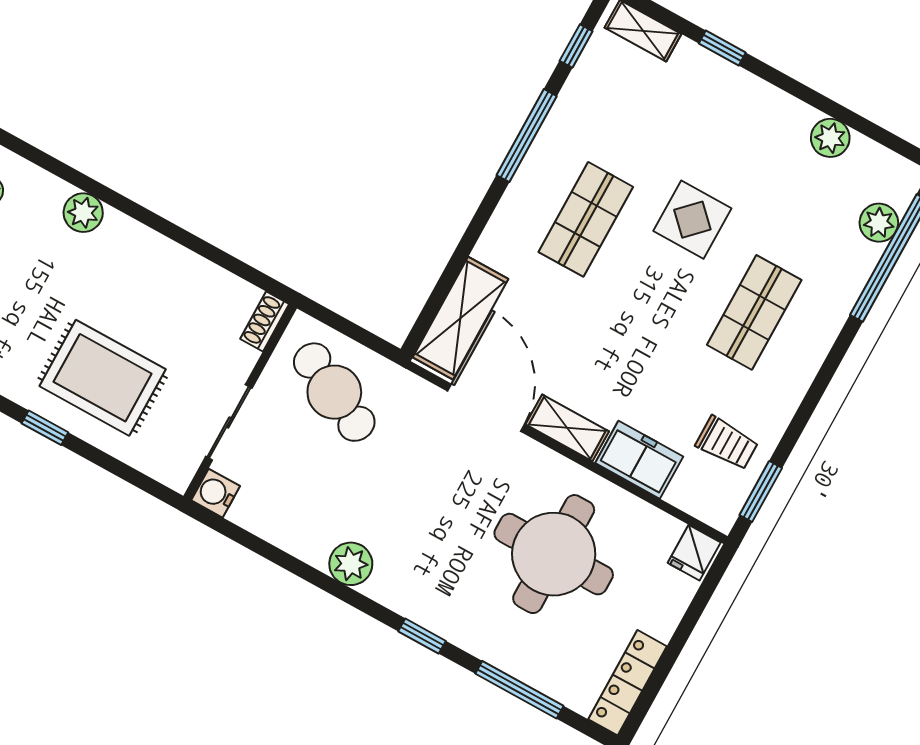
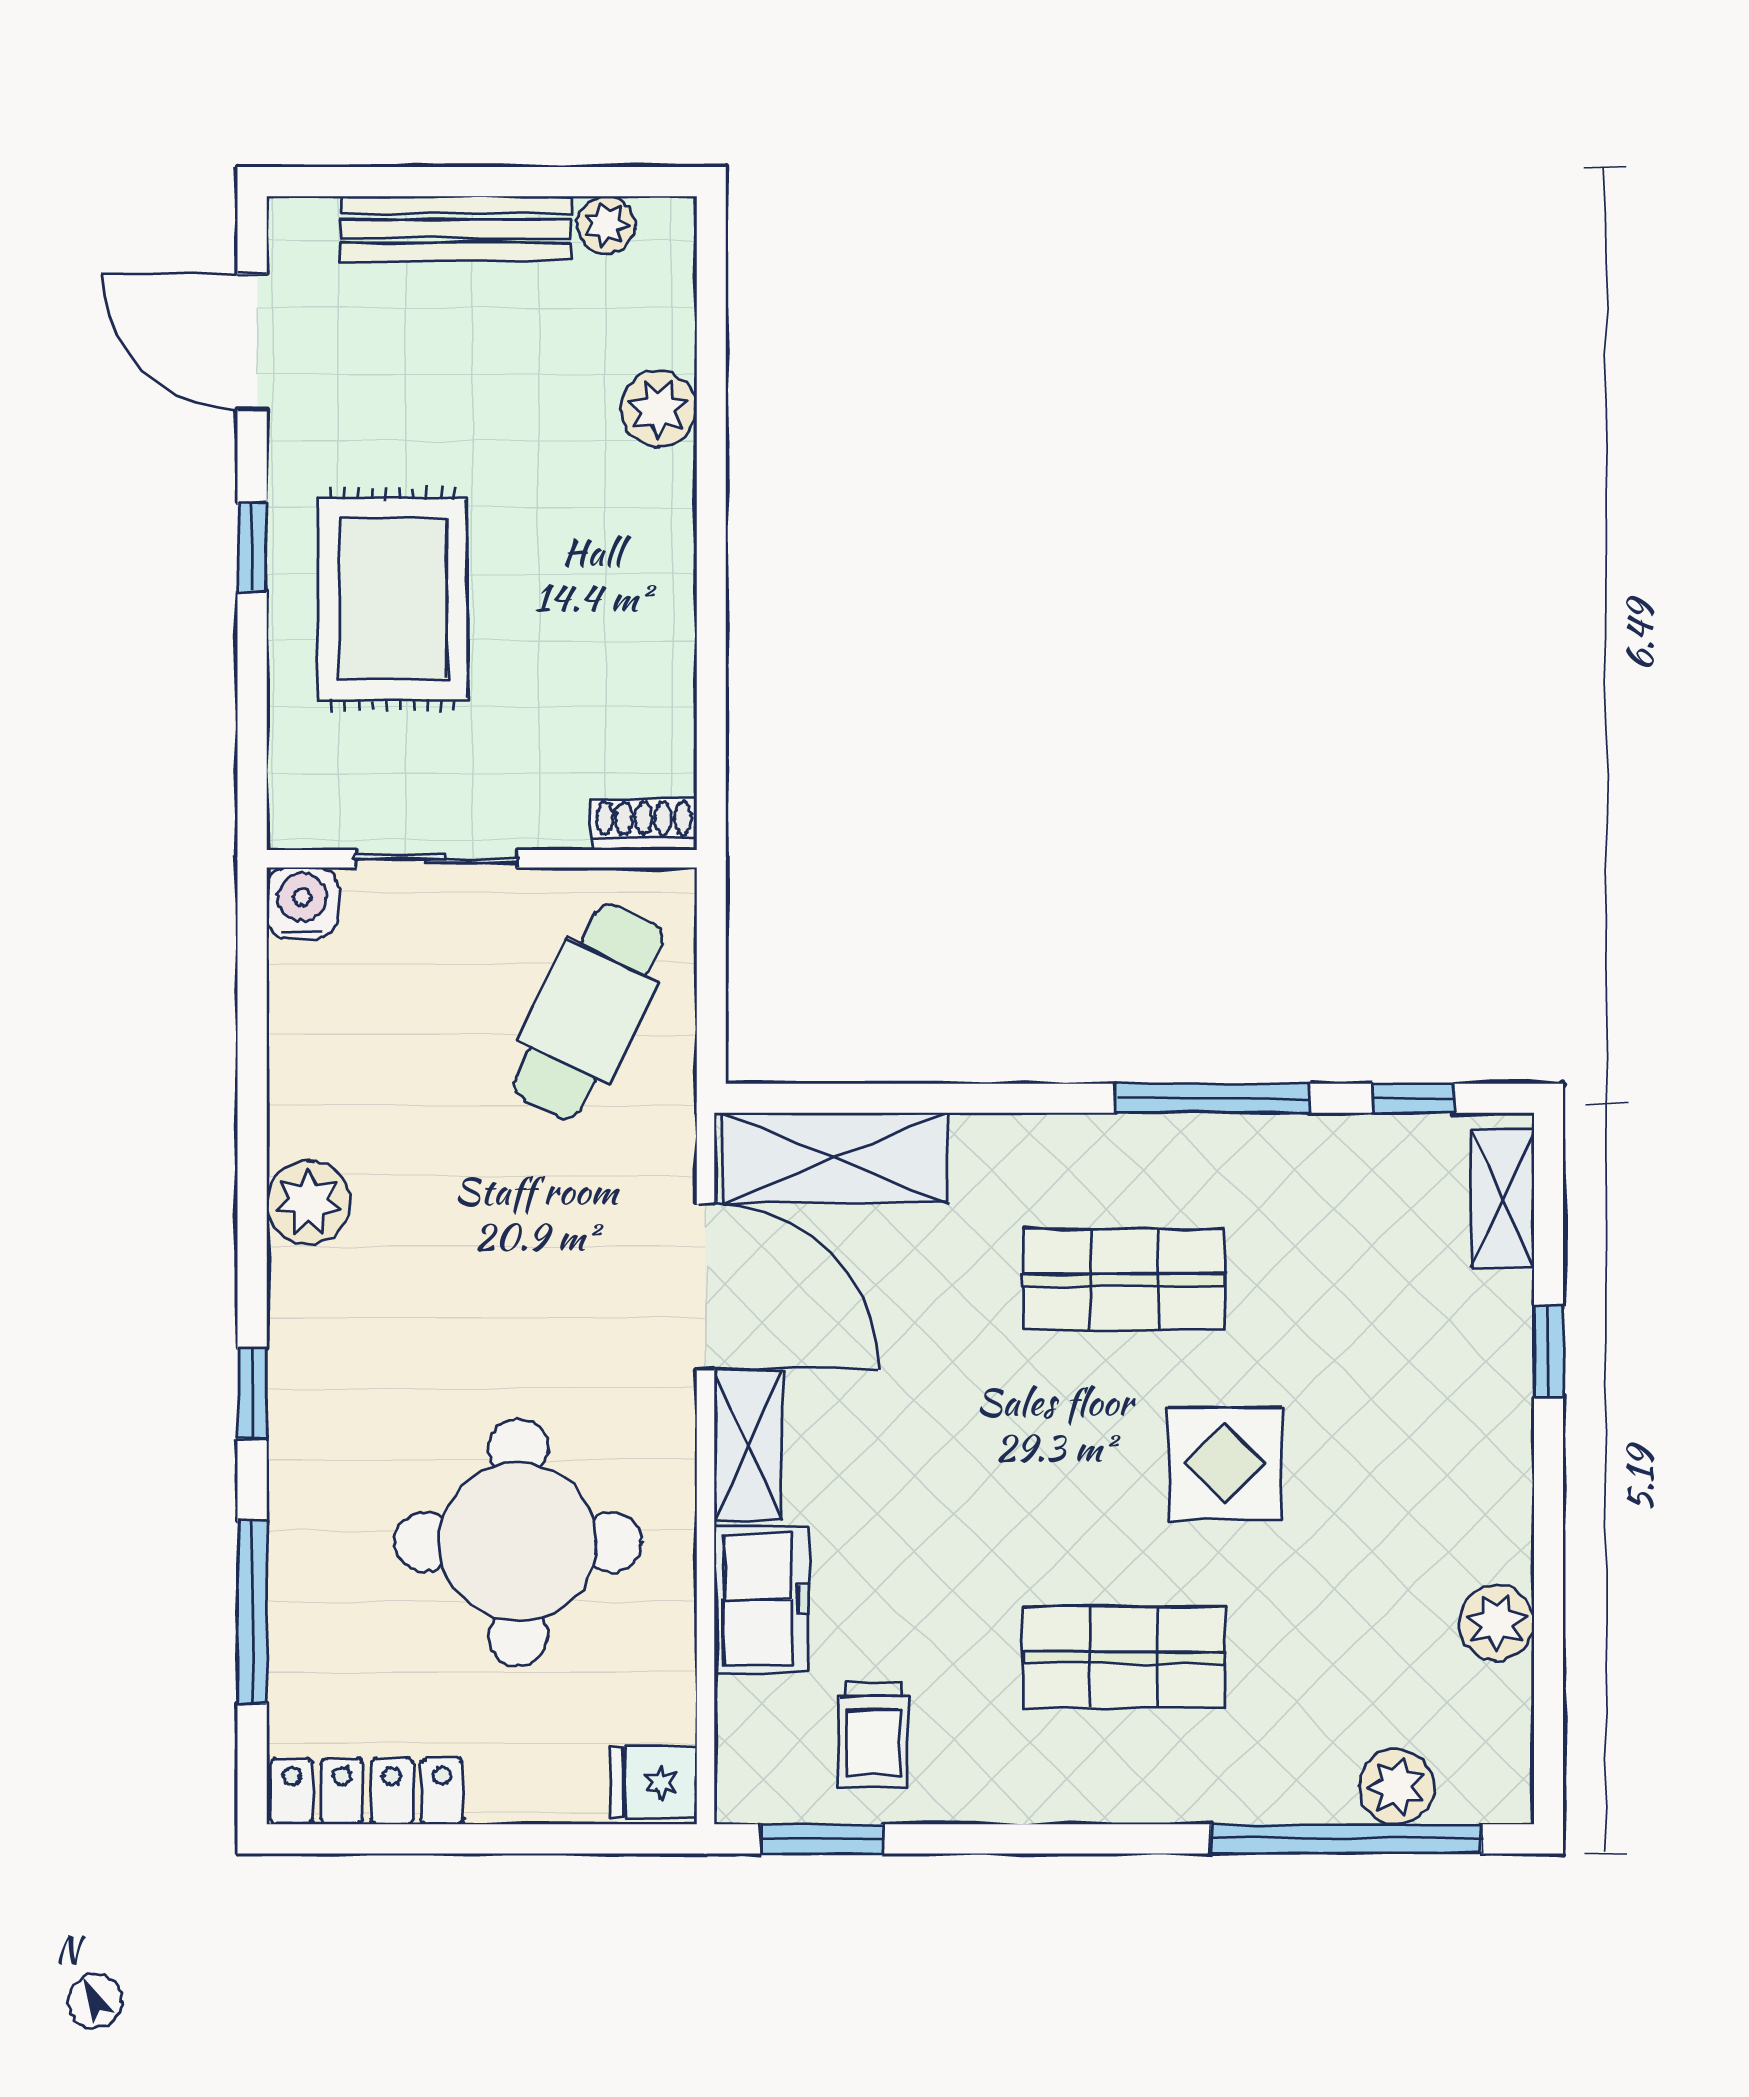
door: (486, 408) -> (705, 1287), hinge flipped

